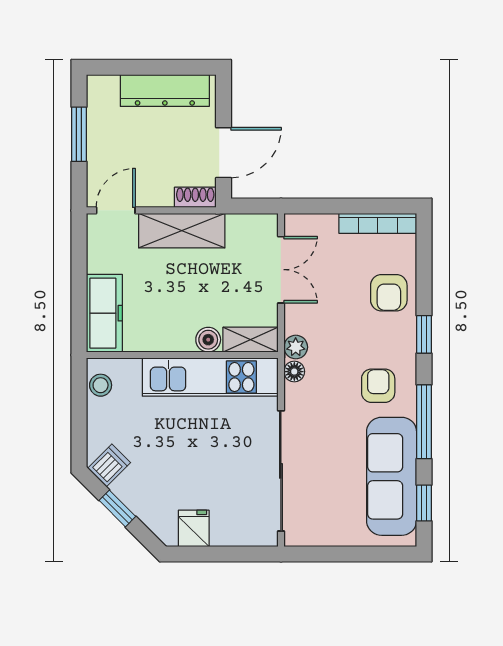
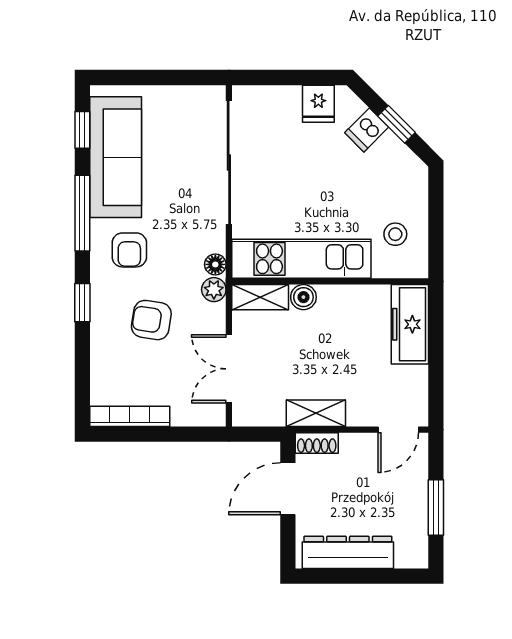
shelving: (182, 231) -> (316, 413), width x0.67, depth x0.75
armchair: (389, 293) -> (151, 320), moved, turned -81
stool: (101, 385) -> (395, 234), moved
dishwasher: (109, 465) -> (367, 130), moved

